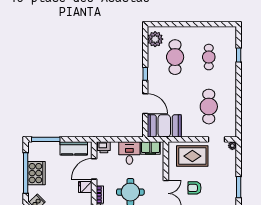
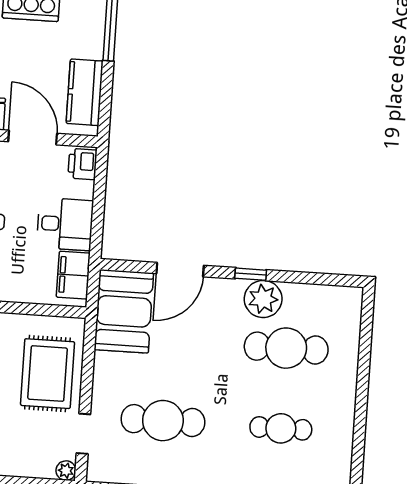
plant: (155, 39) -> (263, 299), moved

